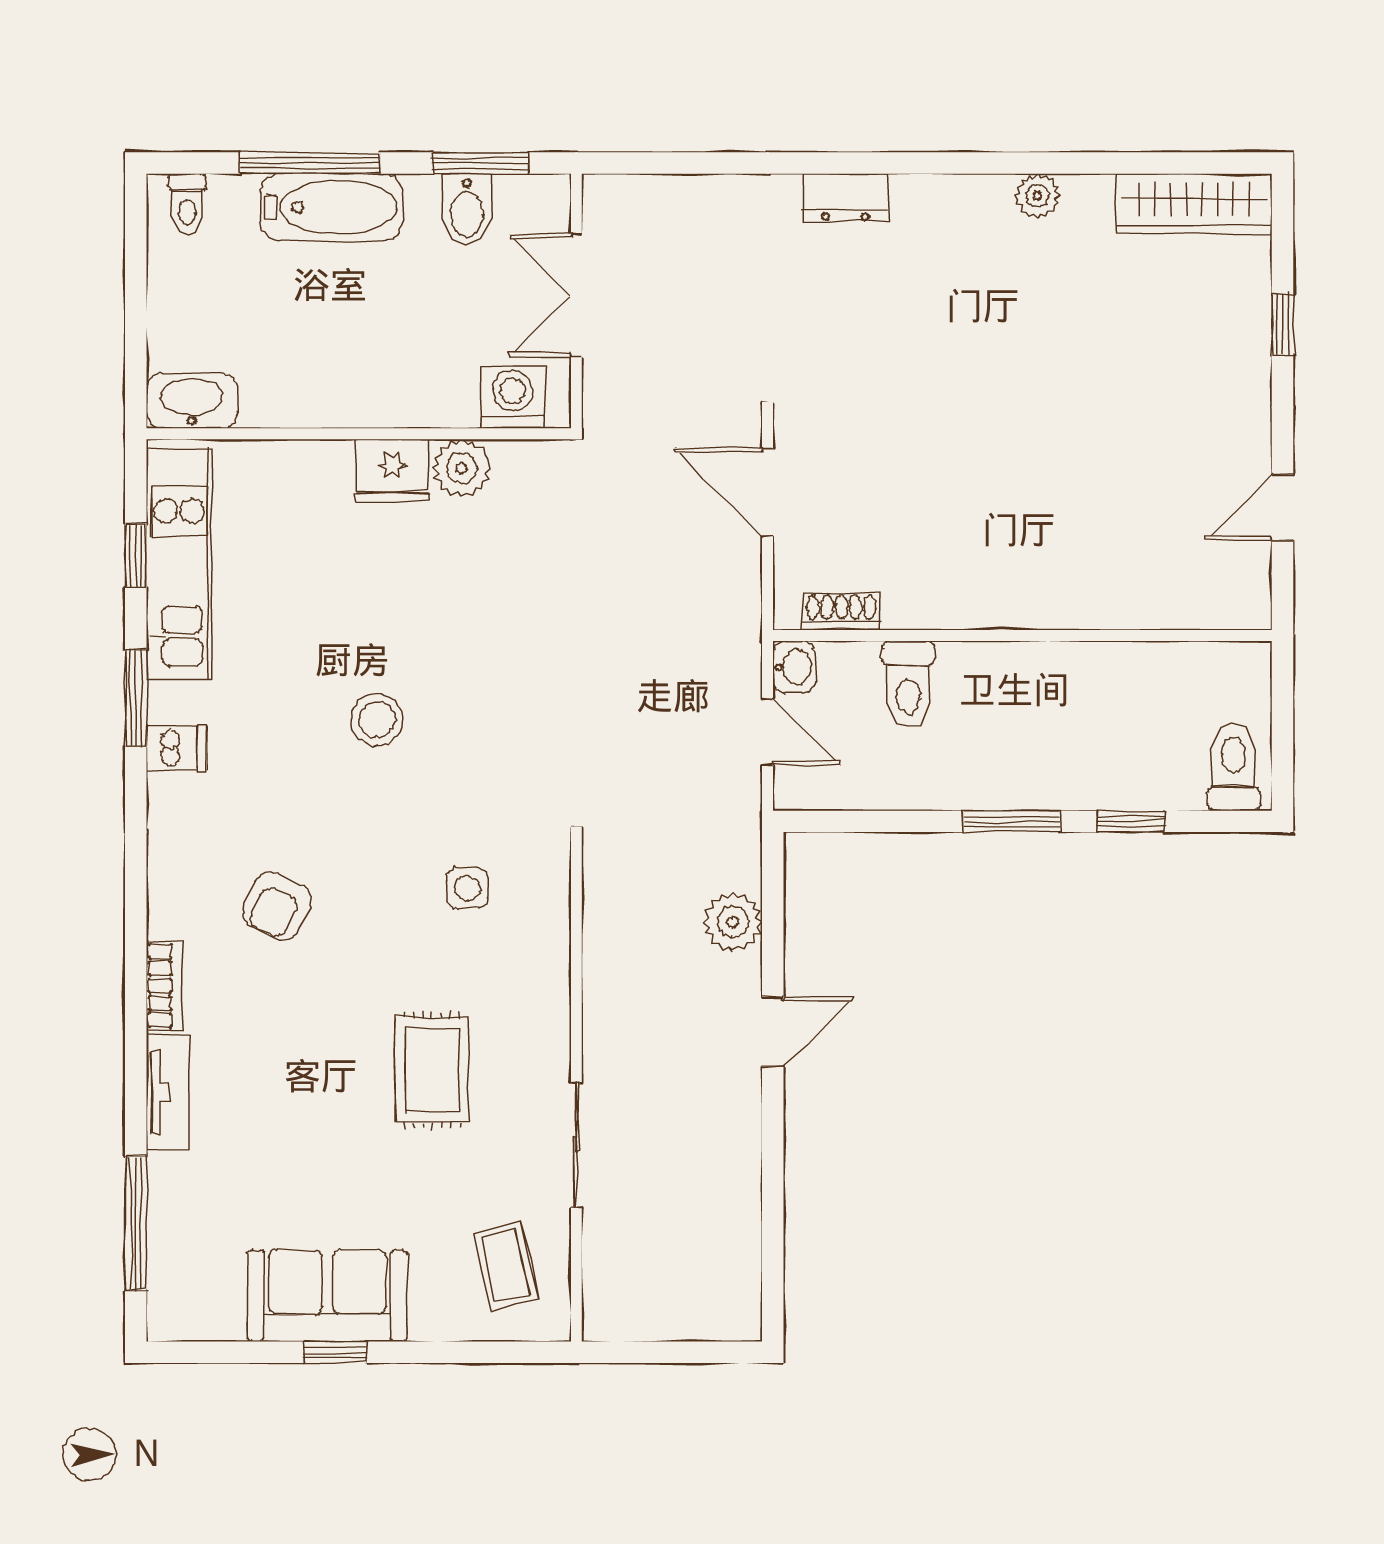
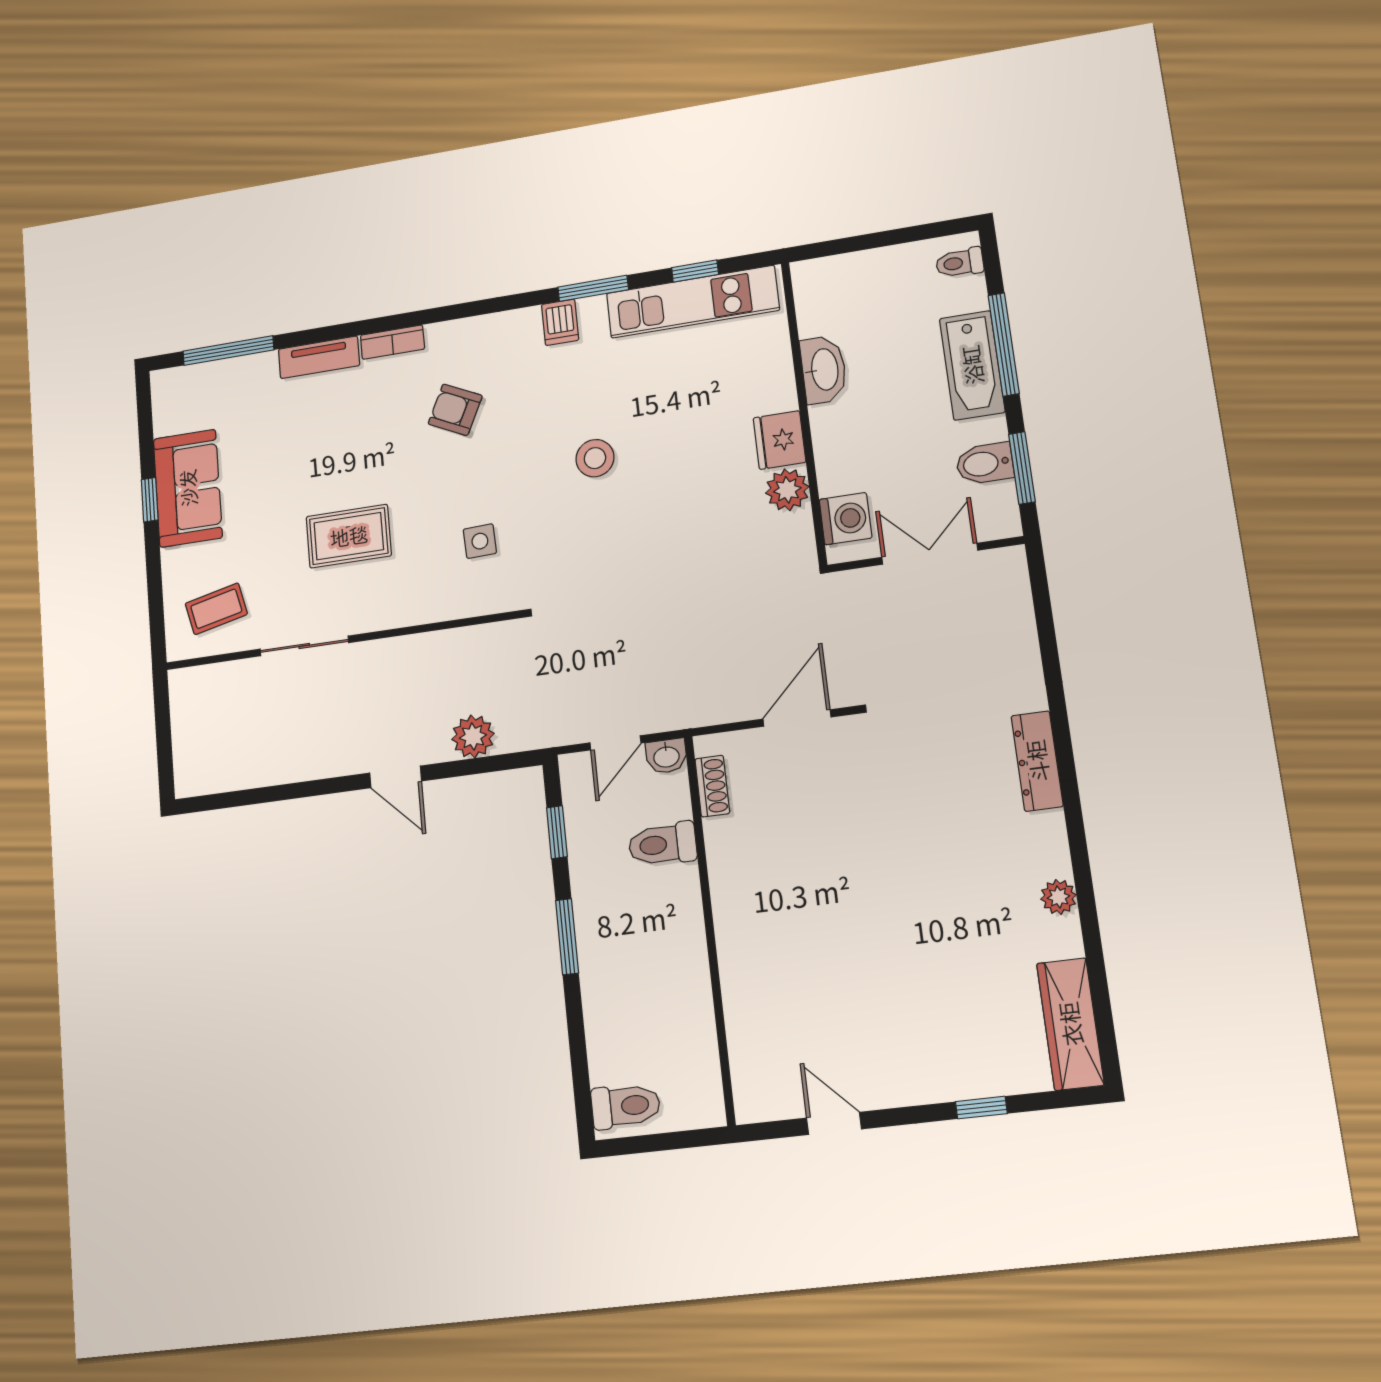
dresser: (845, 198) -> (1037, 761), width x1.44
washbasin: (192, 401) -> (824, 370), moved
window: (1131, 821) -> (557, 832), moved

